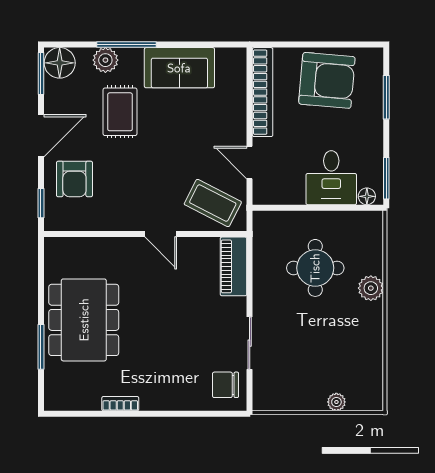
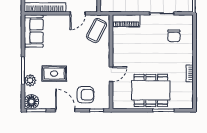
sofa: (179, 68) -> (34, 31), moved
door: (161, 234) -> (111, 74), moved
chair: (225, 385) -> (174, 36), moved

